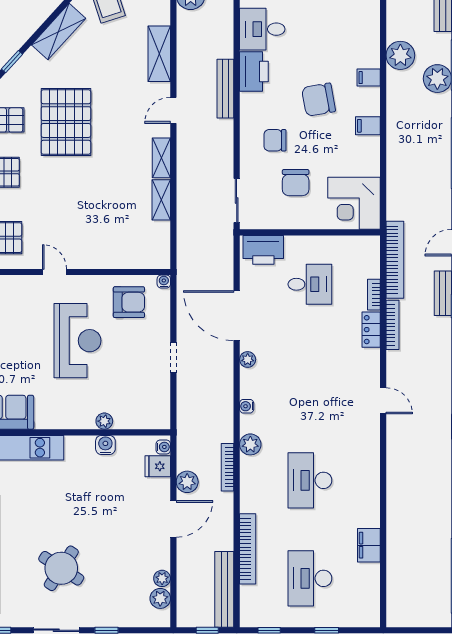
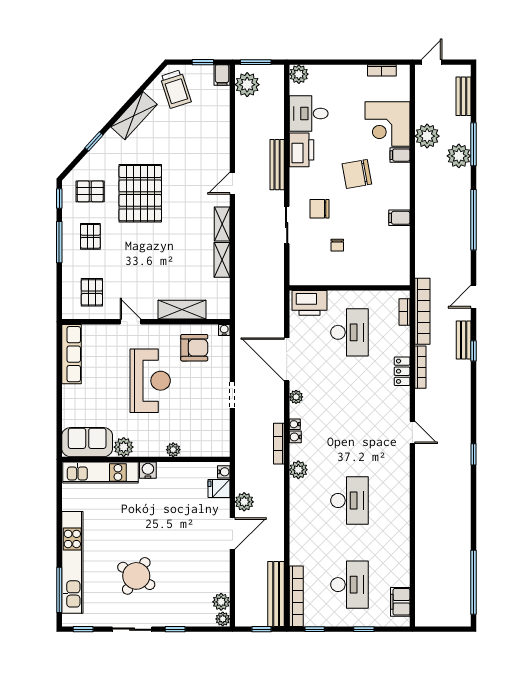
shelving: (159, 54) -> (182, 310), moved, turned 90
filing cabinet: (368, 126) -> (399, 218), moved
chair: (296, 183) -> (337, 245), width x0.54, depth x0.54
sliding door: (237, 200) -> (287, 225), moved
corner desk: (354, 203) -> (387, 124), moved
desk: (310, 284) -> (350, 332), width x1.37
bookcase: (374, 295) -> (404, 312), moved
water cooler: (246, 391) -> (295, 424), added
plant: (46, 418) -> (124, 447), added
water cooler: (105, 445) -> (148, 470), moved
bookcase: (228, 467) -> (279, 444), moved
desk: (310, 480) -> (350, 501), turned 180
filing cabinet: (369, 545) -> (400, 602), moved
bookcase: (248, 549) -> (296, 596), moved
plant: (162, 578) -> (223, 619), moved
desk: (310, 578) -> (350, 585), turned 180

